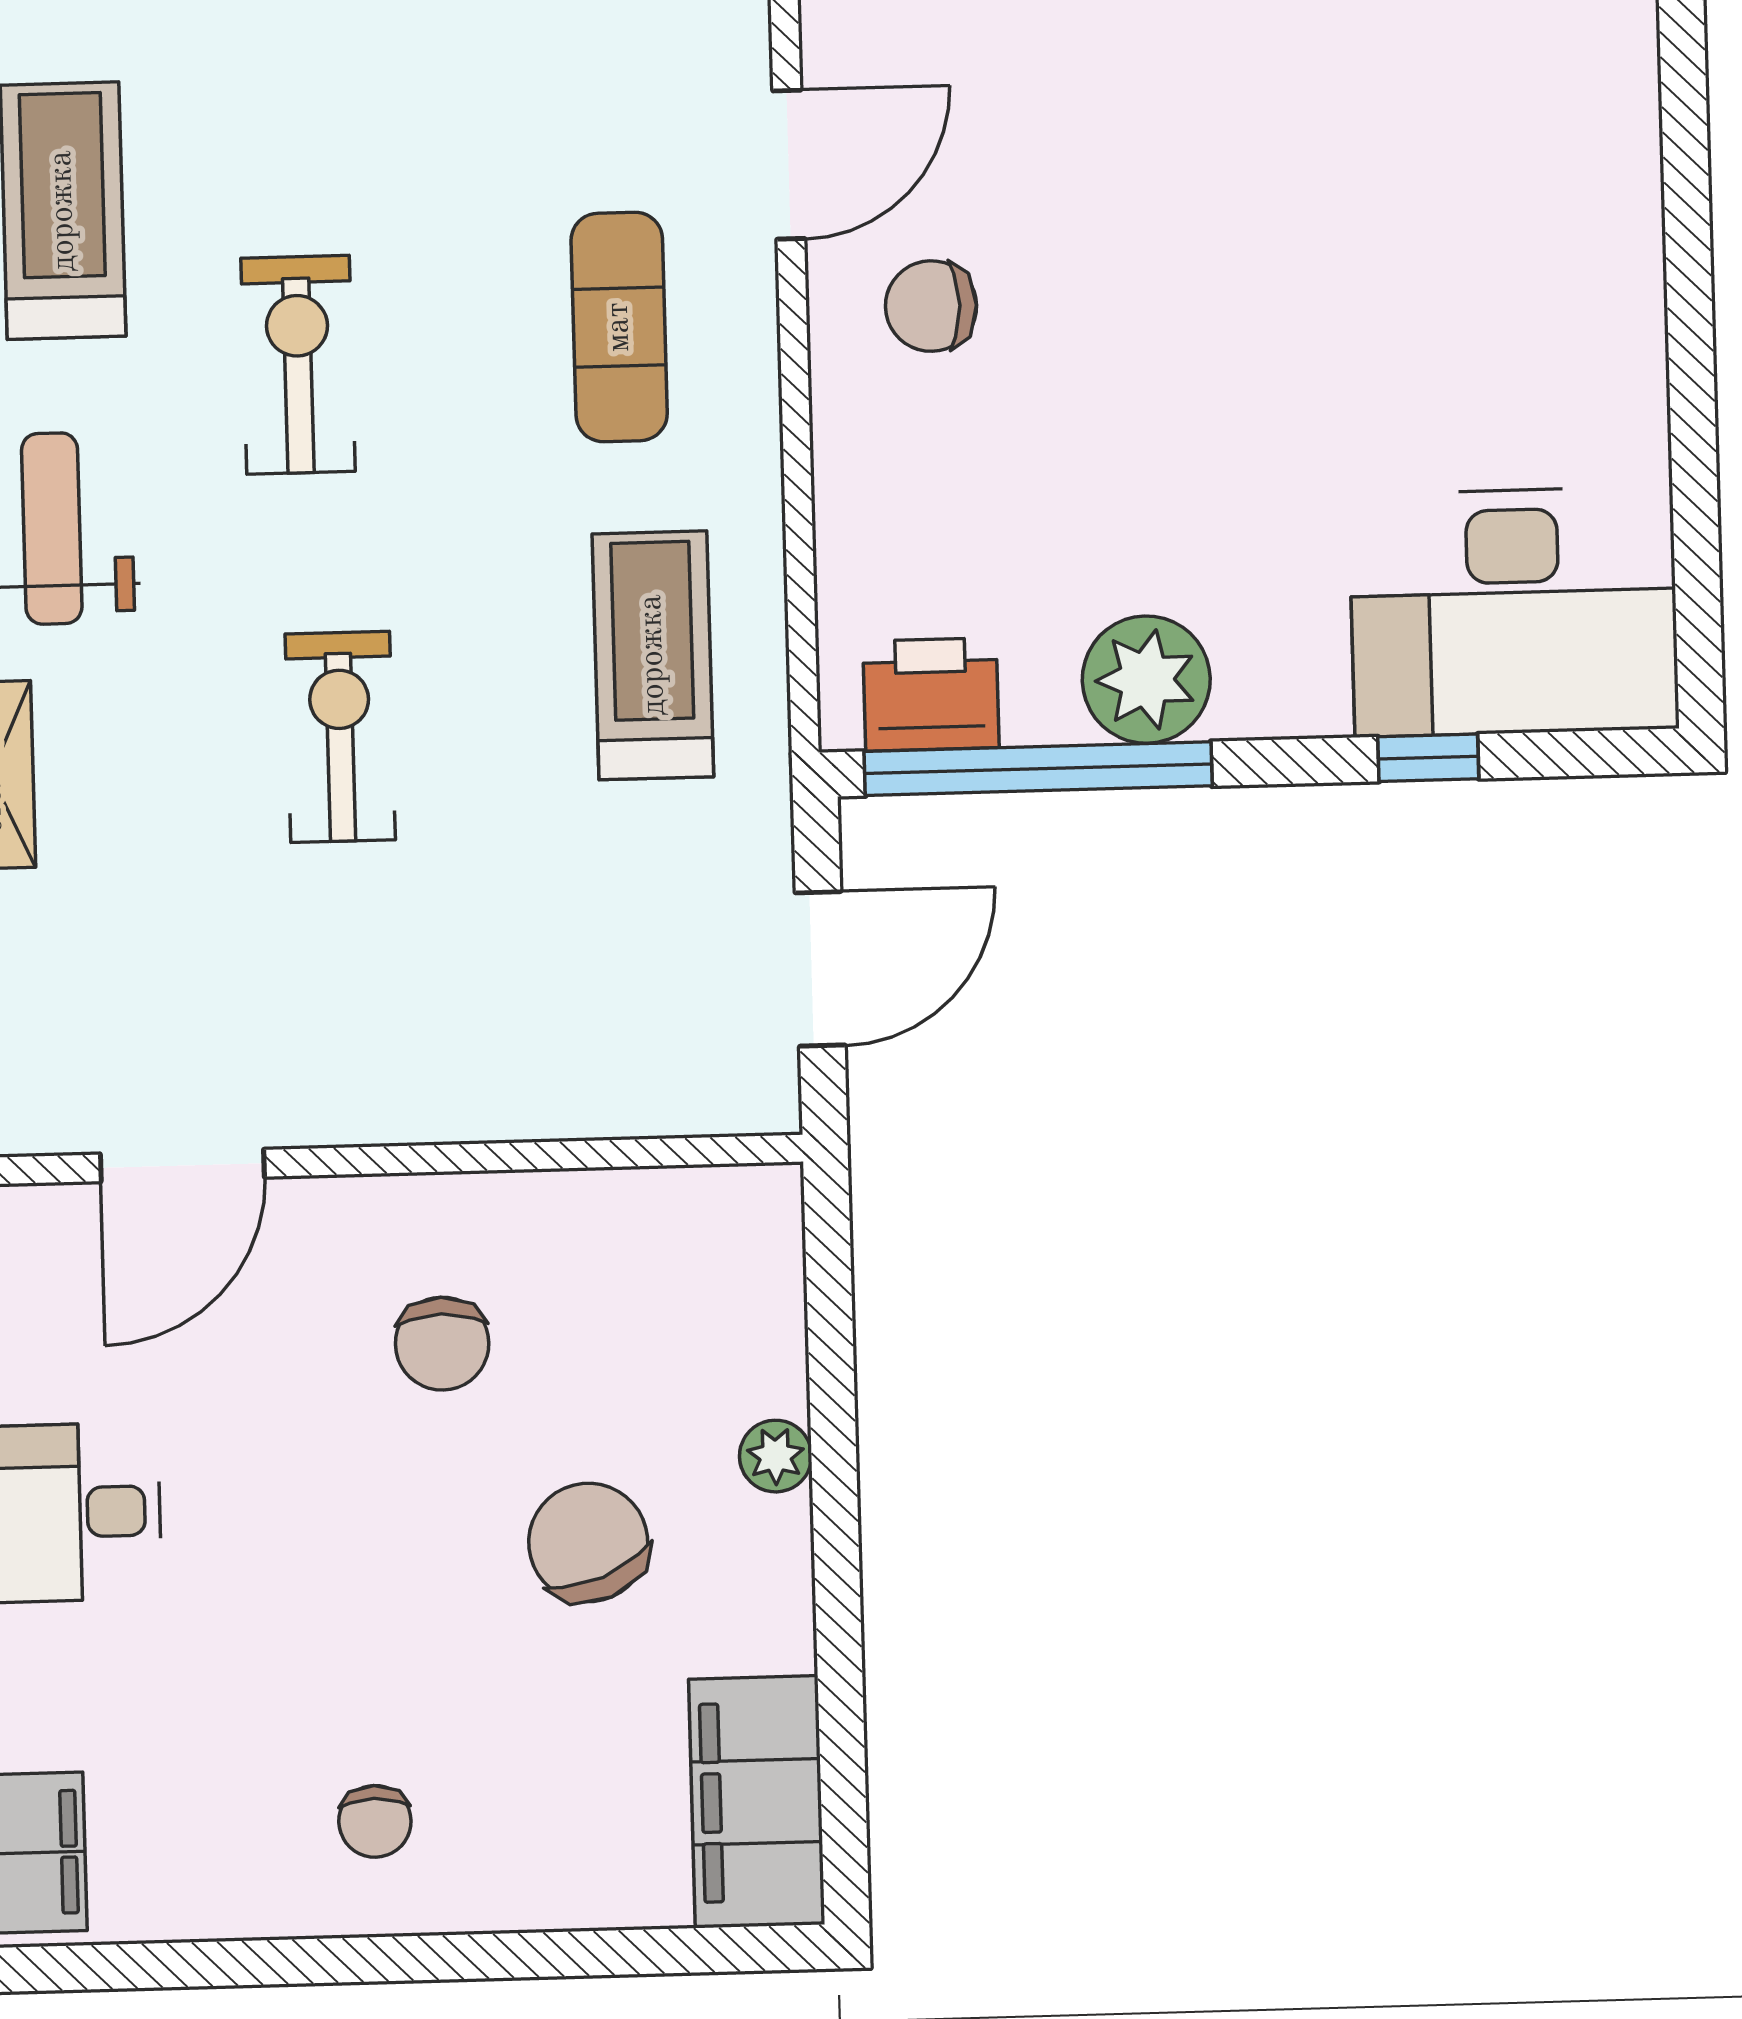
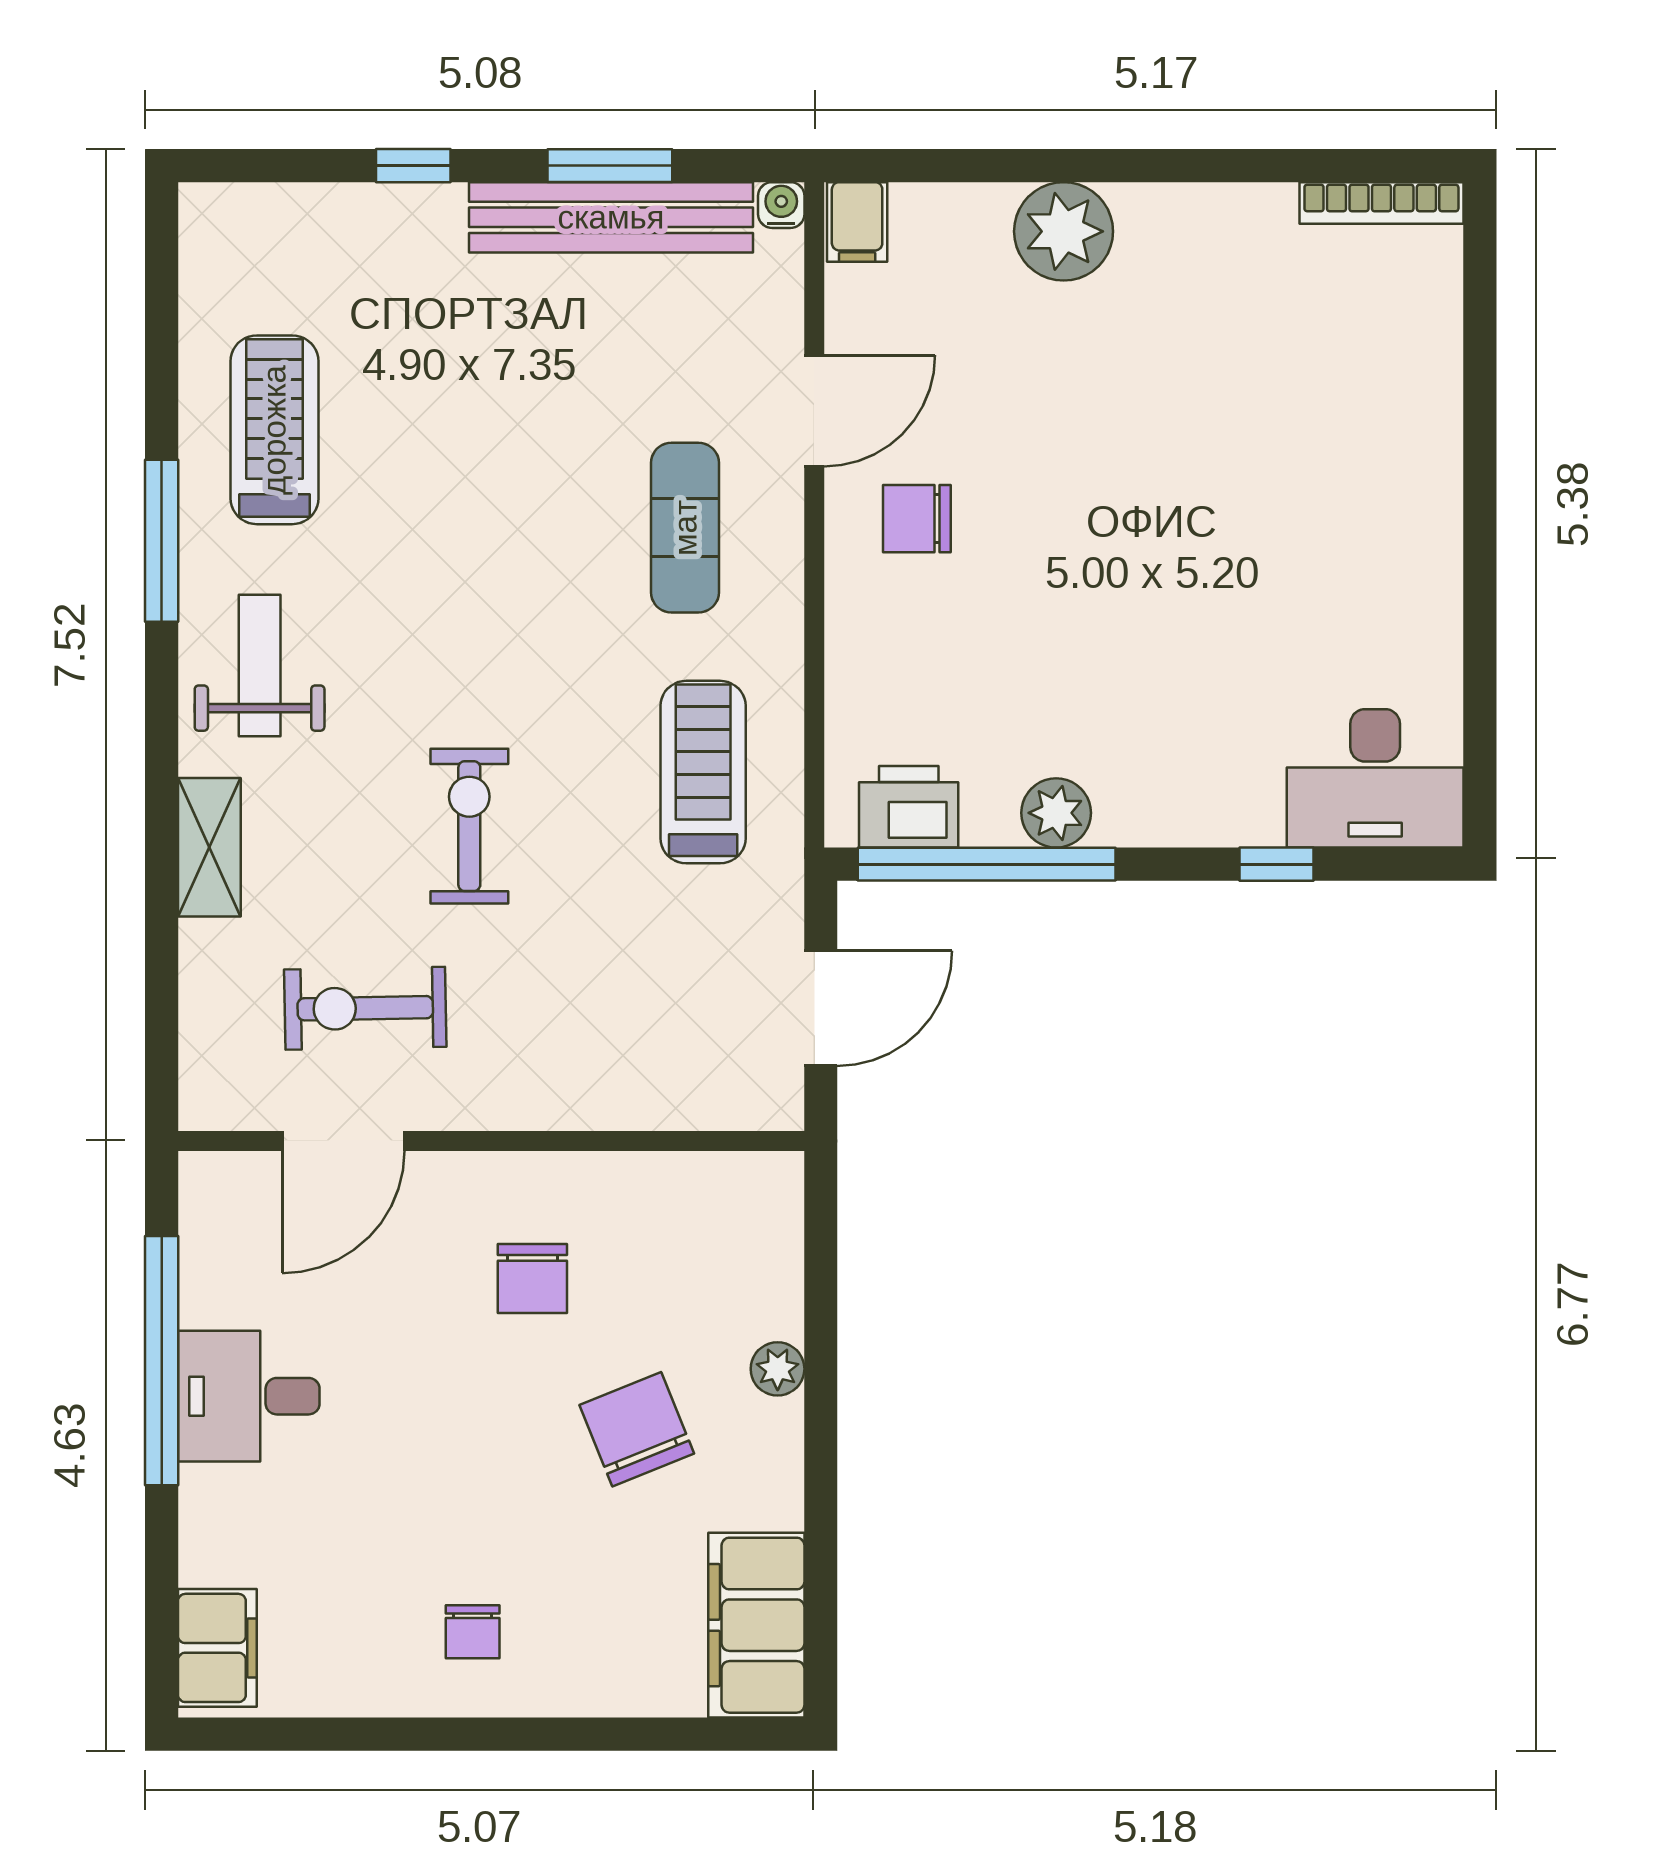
exercise bike: (298, 365) -> (365, 1008), moved, turned -91
desk: (1514, 612) -> (1375, 778), width x0.73, depth x0.77
plant: (1146, 680) -> (1056, 813), width x0.73, depth x0.73

